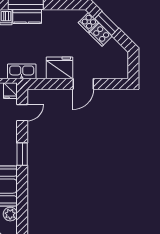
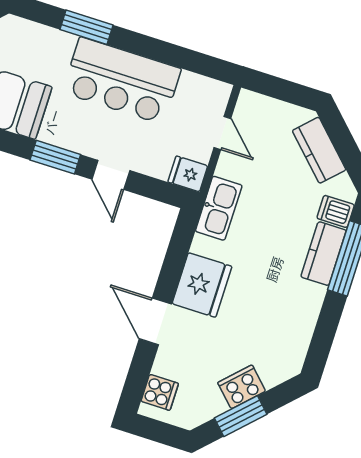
cooker: (88, 22) -> (160, 392), moved, turned 135
window: (107, 23) -> (241, 416), moved
door: (22, 113) -> (111, 175), moved

